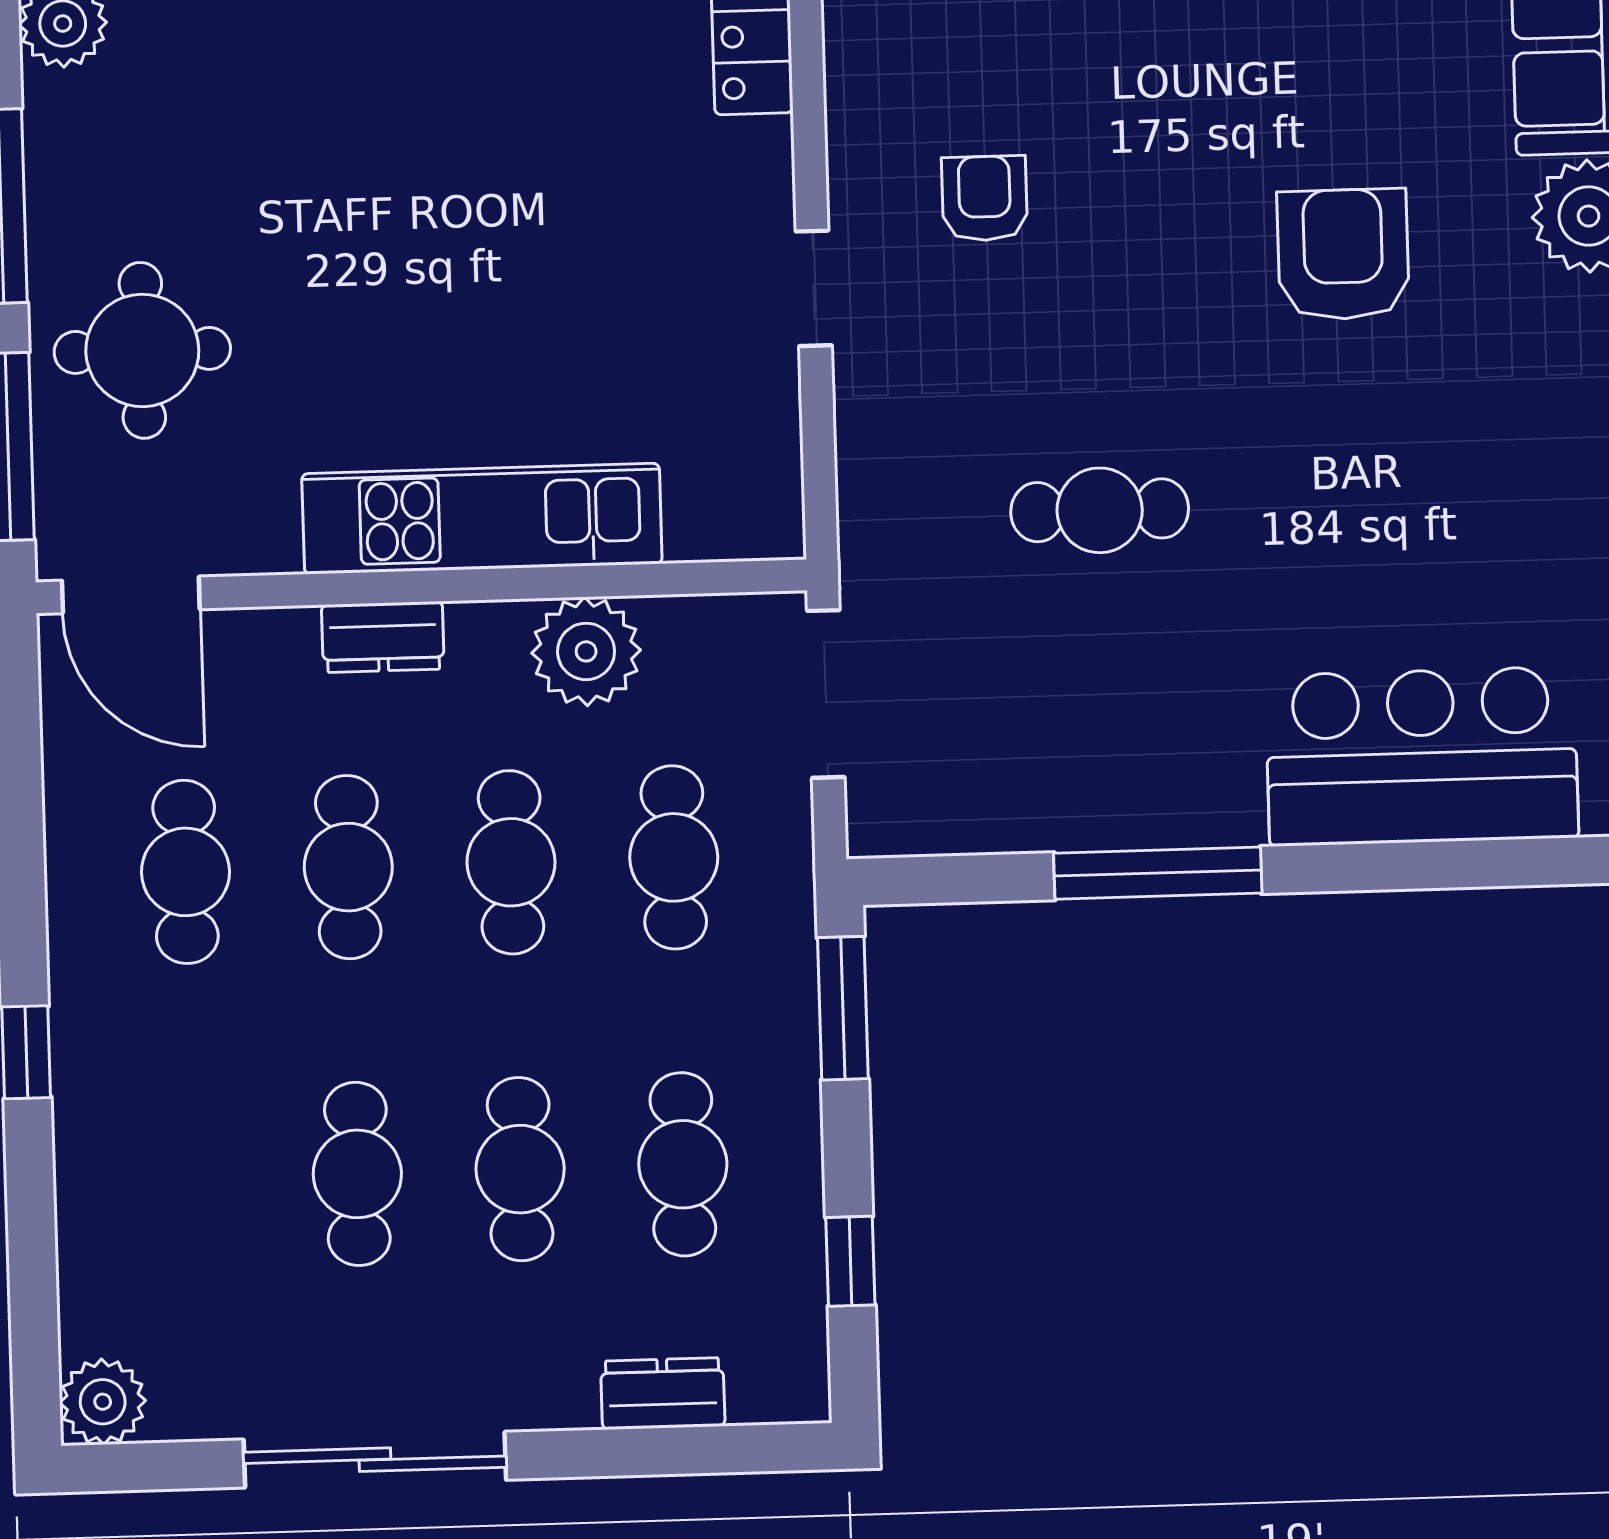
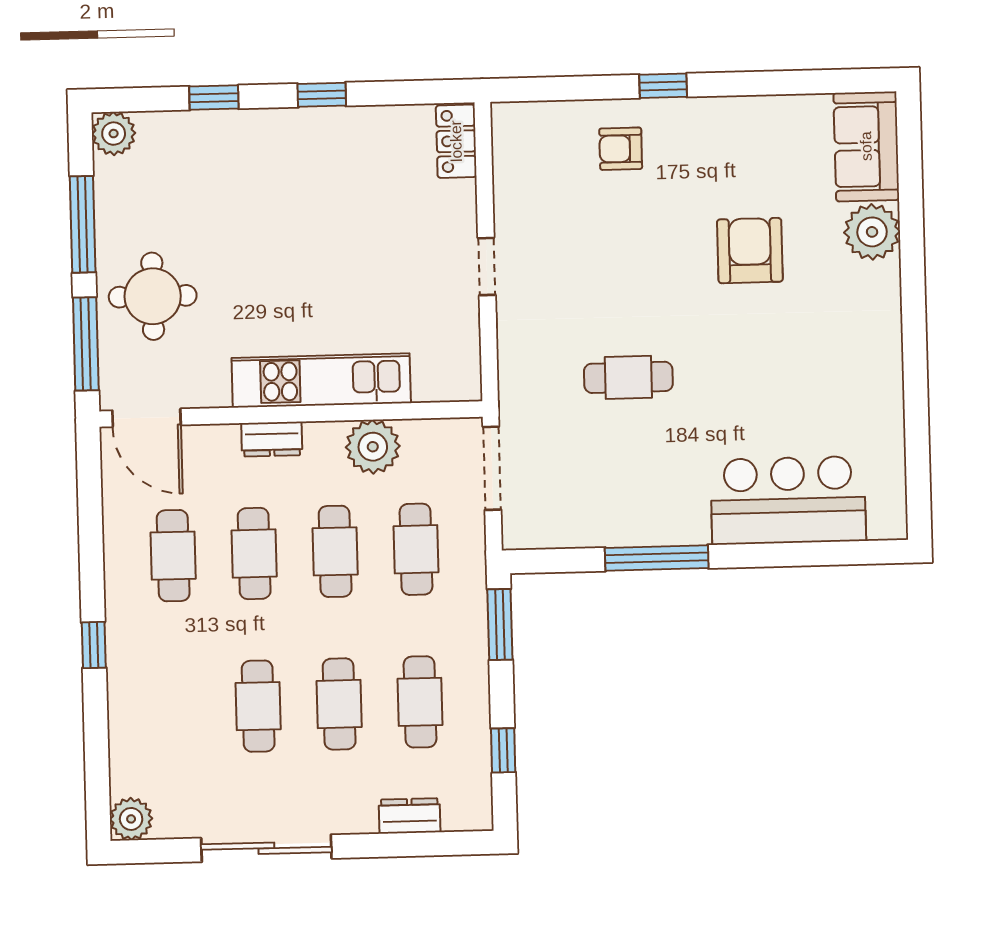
armchair: (985, 198) -> (621, 149), moved, turned -90

